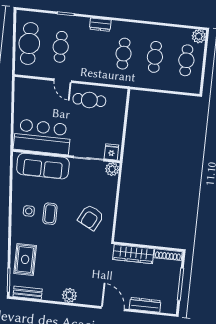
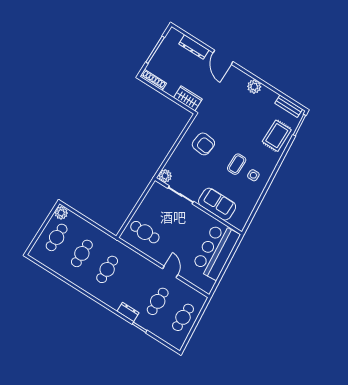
dresser: (100, 25) -> (128, 312), moved
plant: (199, 36) -> (61, 213), moved
cafe table: (29, 43) -> (183, 317), width x0.73, depth x0.74
cafe table: (89, 100) -> (145, 232), moved
bar counter: (42, 137) -> (216, 251), moved, turned 85
fridge: (111, 152) -> (158, 191), removed
sofa: (43, 166) -> (217, 204), width x0.73
armchair: (91, 217) -> (203, 144), turned 70
wardrobe: (133, 254) -> (188, 98), width x0.67

